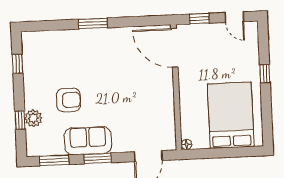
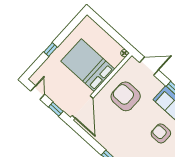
armchair: (141, 102) -> (126, 96), added
bed: (231, 115) -> (88, 65), moved, turned 90

